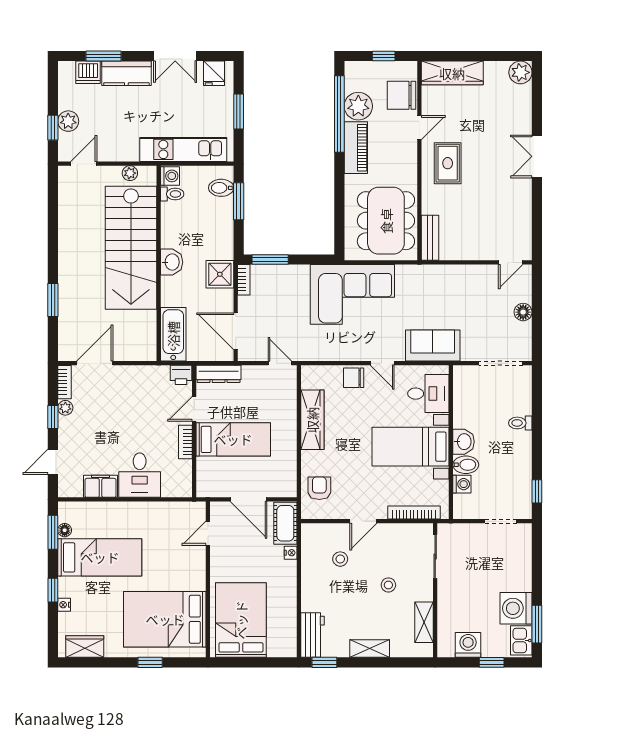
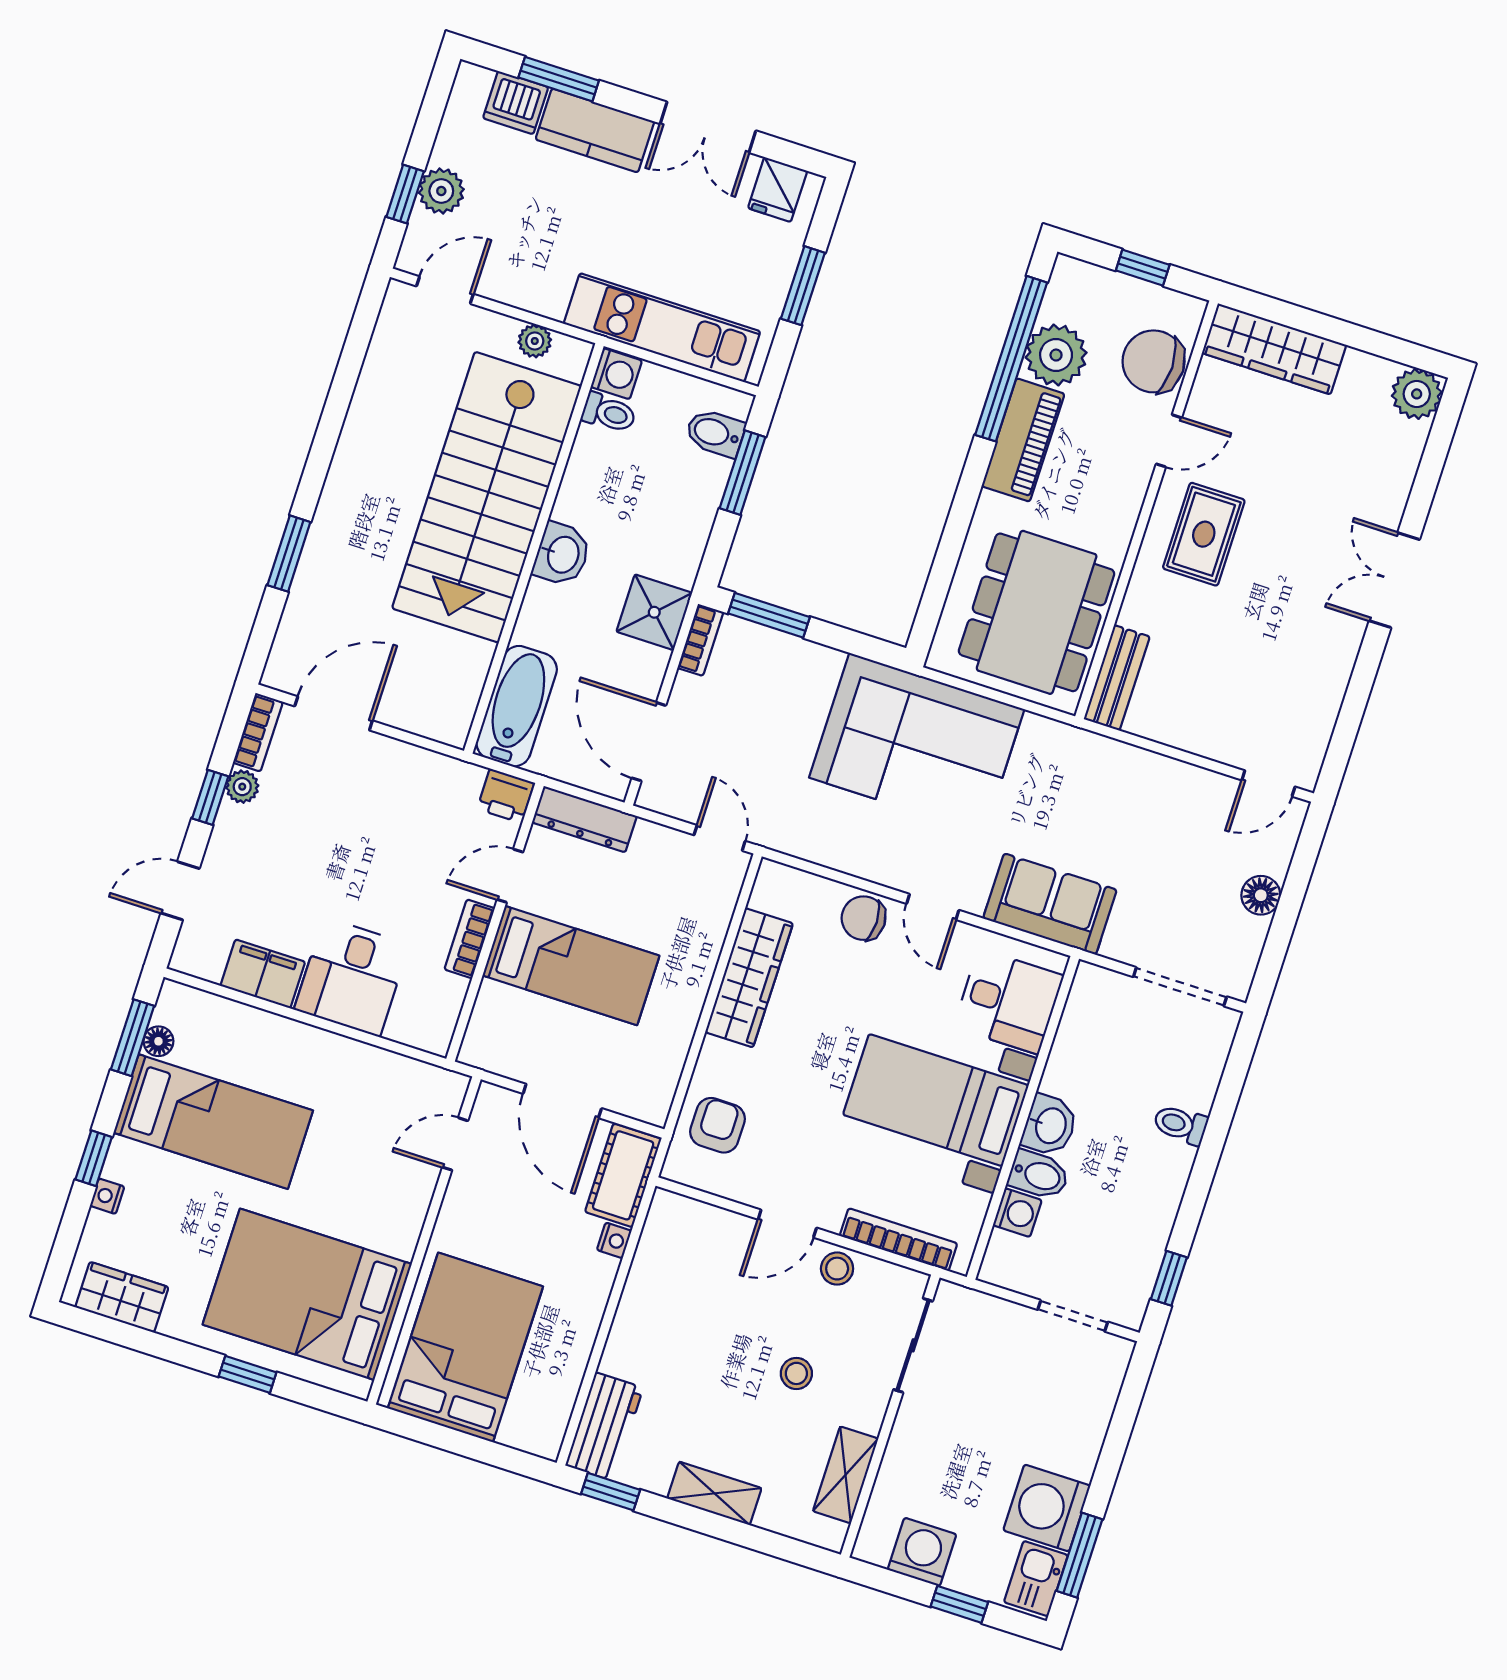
stool: (340, 559) -> (837, 1269), moved

